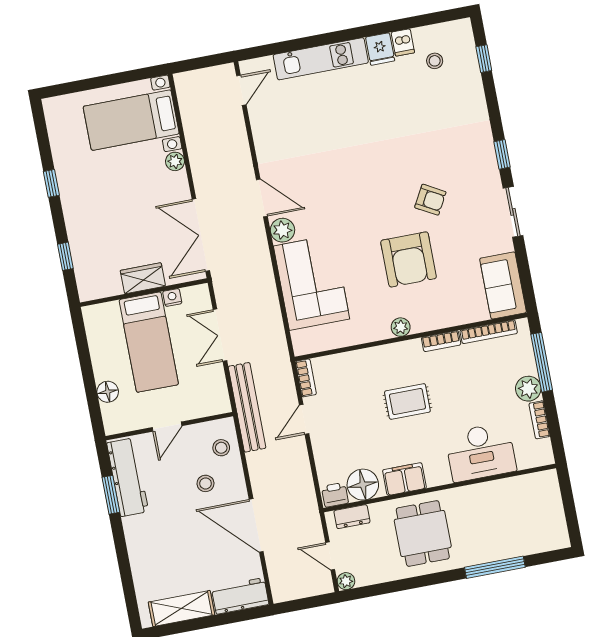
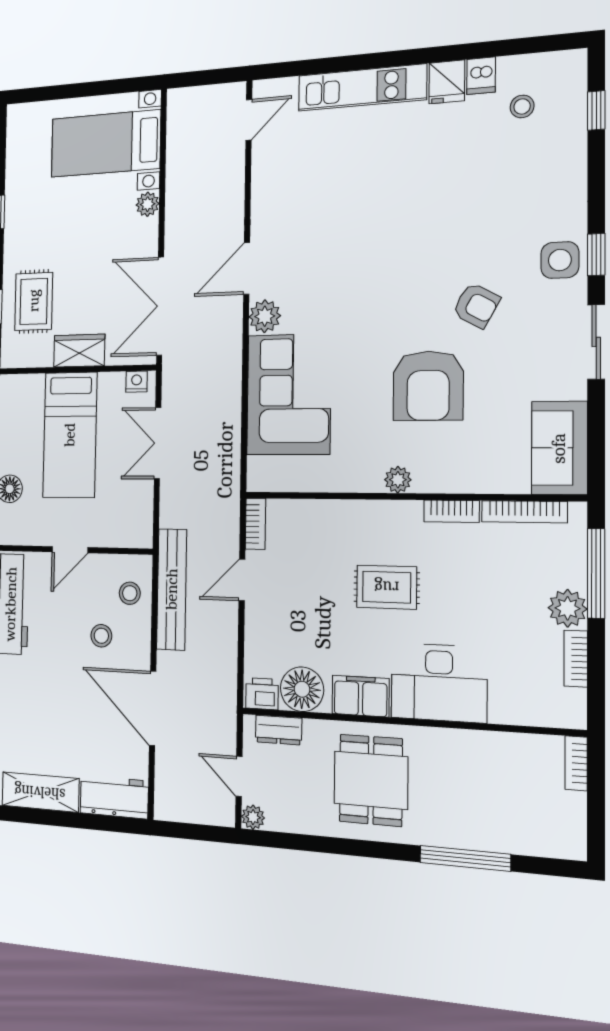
side table: (479, 161) -> (560, 260), added
door: (262, 198) -> (247, 268), swing flipped
rug: (97, 247) -> (34, 301), added
nightstand: (172, 297) -> (137, 382), moved
bench: (247, 407) -> (172, 589), moved
desk: (481, 452) -> (439, 683), moved
bookcase: (553, 487) -> (576, 763), added

